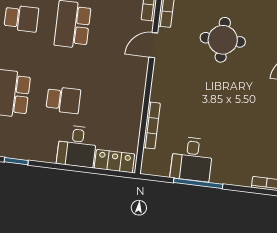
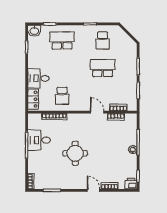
round table: (223, 40) -> (75, 153), moved
school desk: (63, 100) -> (62, 96), moved

